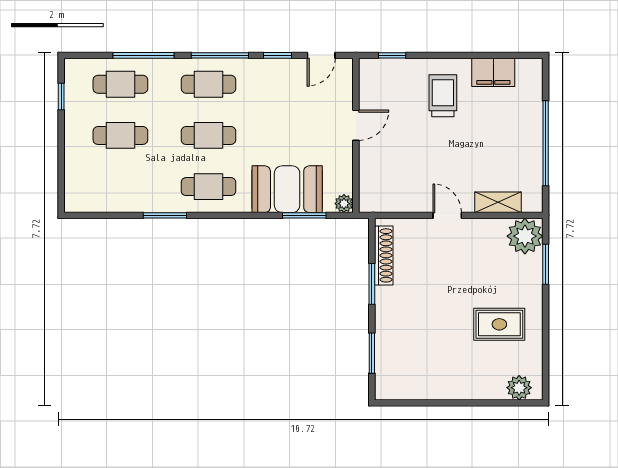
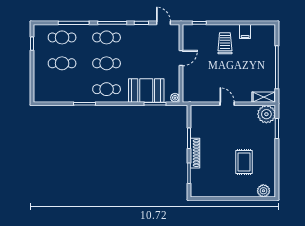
door: (321, 55) -> (163, 23), swing flipped
filing cabinet: (493, 72) -> (245, 31), width x0.50
shelving: (498, 202) -> (264, 97), moved
shoe rack: (384, 255) -> (195, 153), moved
rug: (499, 324) -> (244, 162), moved, turned 90

